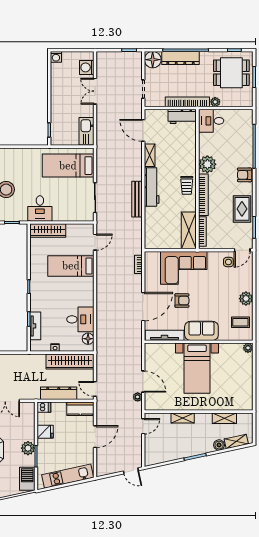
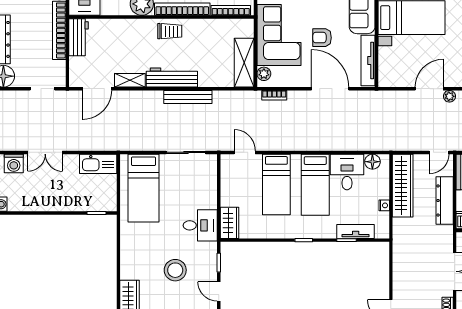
shelving: (189, 230) -> (244, 63), moved, turned 90
wardrobe: (48, 231) -> (230, 223), width x0.67
plant: (155, 257) -> (264, 74), added
bed: (71, 295) -> (315, 185), added
armchair: (182, 301) -> (322, 38), turned -90

